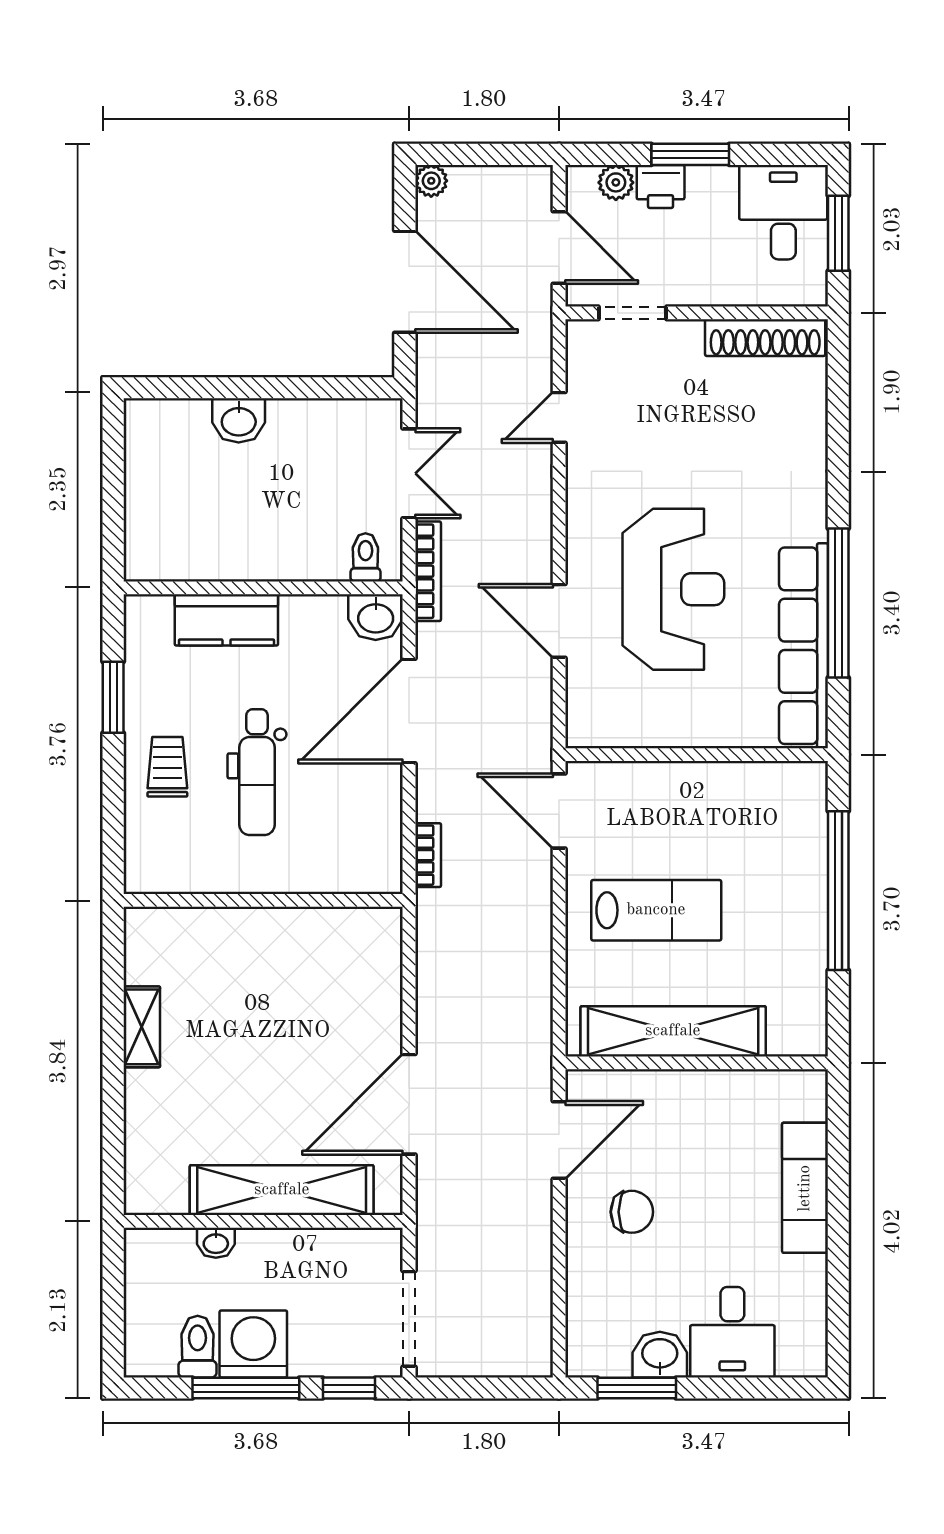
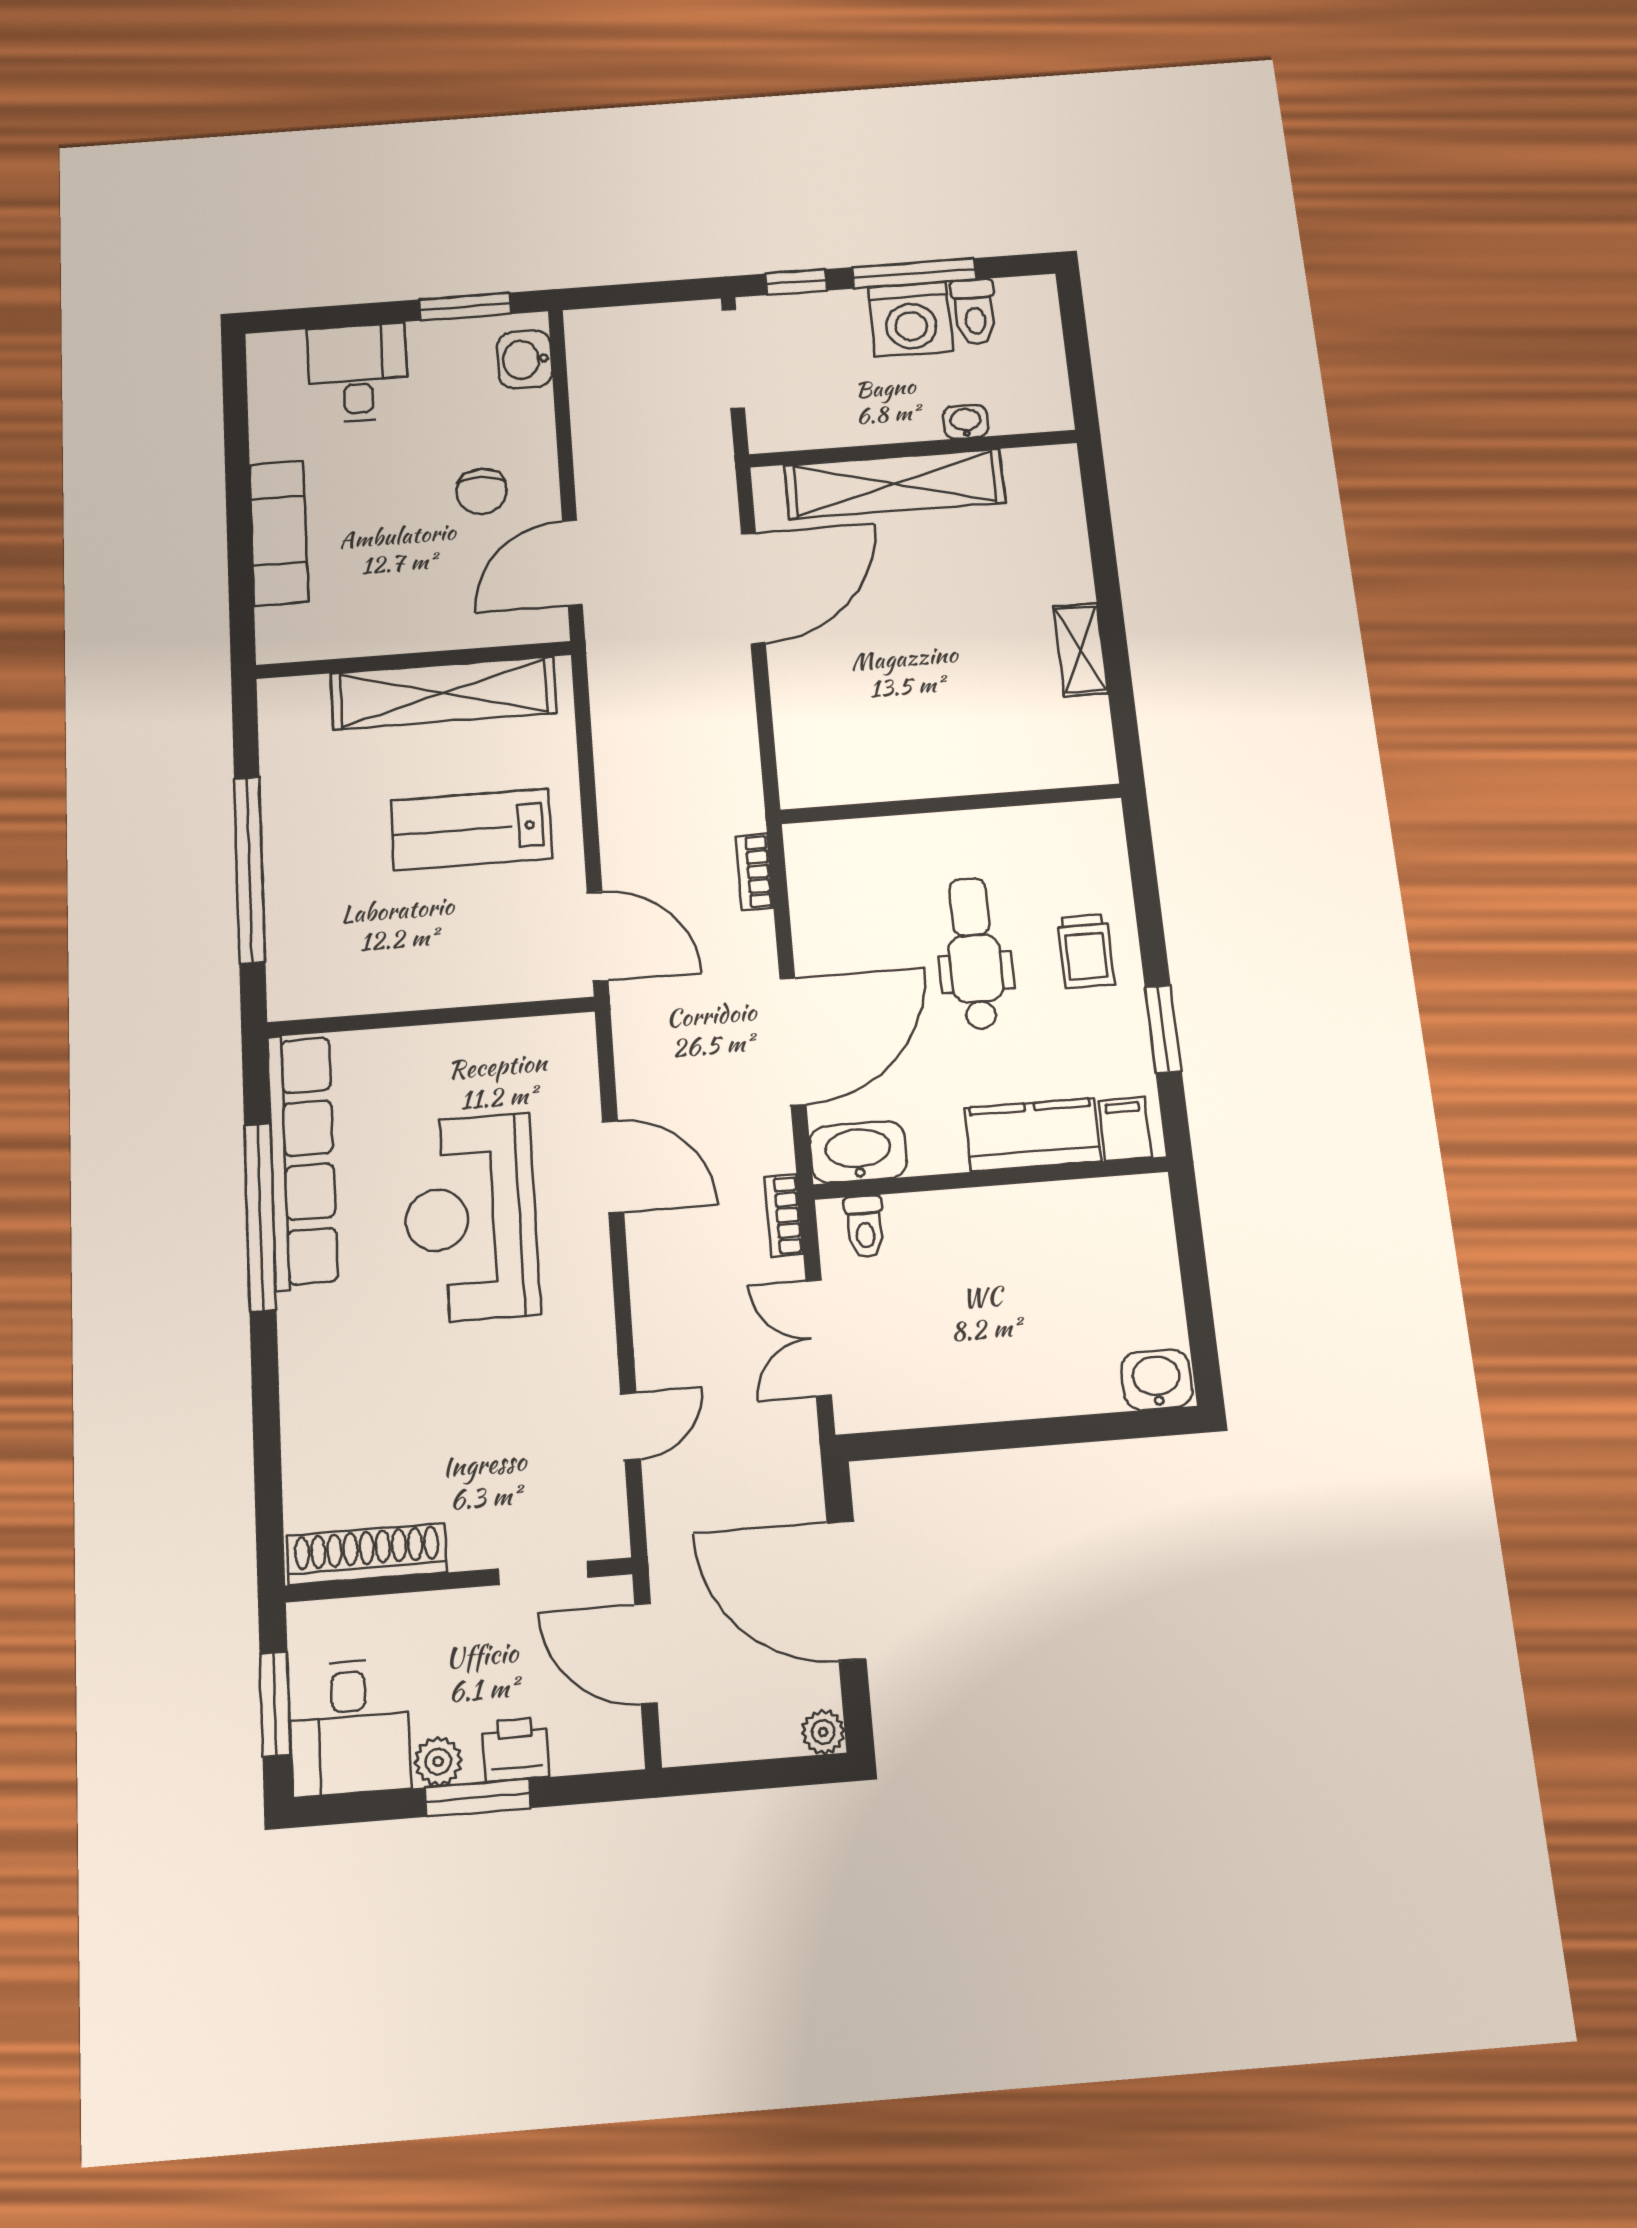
plant: (616, 182) -> (438, 1762), moved
washbasin: (239, 420) -> (1157, 1380), moved
bookcase: (428, 571) -> (784, 1215), width x0.64
washbasin: (376, 617) -> (858, 1152), width x1.38
filing cabinet: (153, 619) -> (1125, 1129), added
chair: (632, 1212) -> (482, 491), turned -88
washbasin: (660, 1355) -> (525, 359), moved, turned 90

